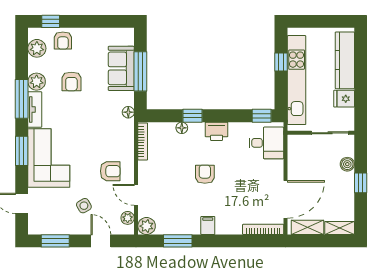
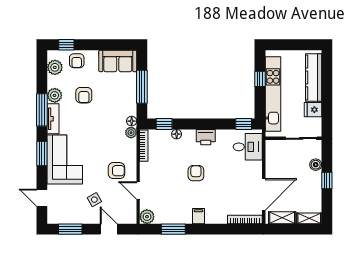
sofa: (121, 68) -> (118, 61), moved, turned -90
window: (192, 116) -> (164, 124), moved
plant: (128, 218) -> (131, 133), moved

